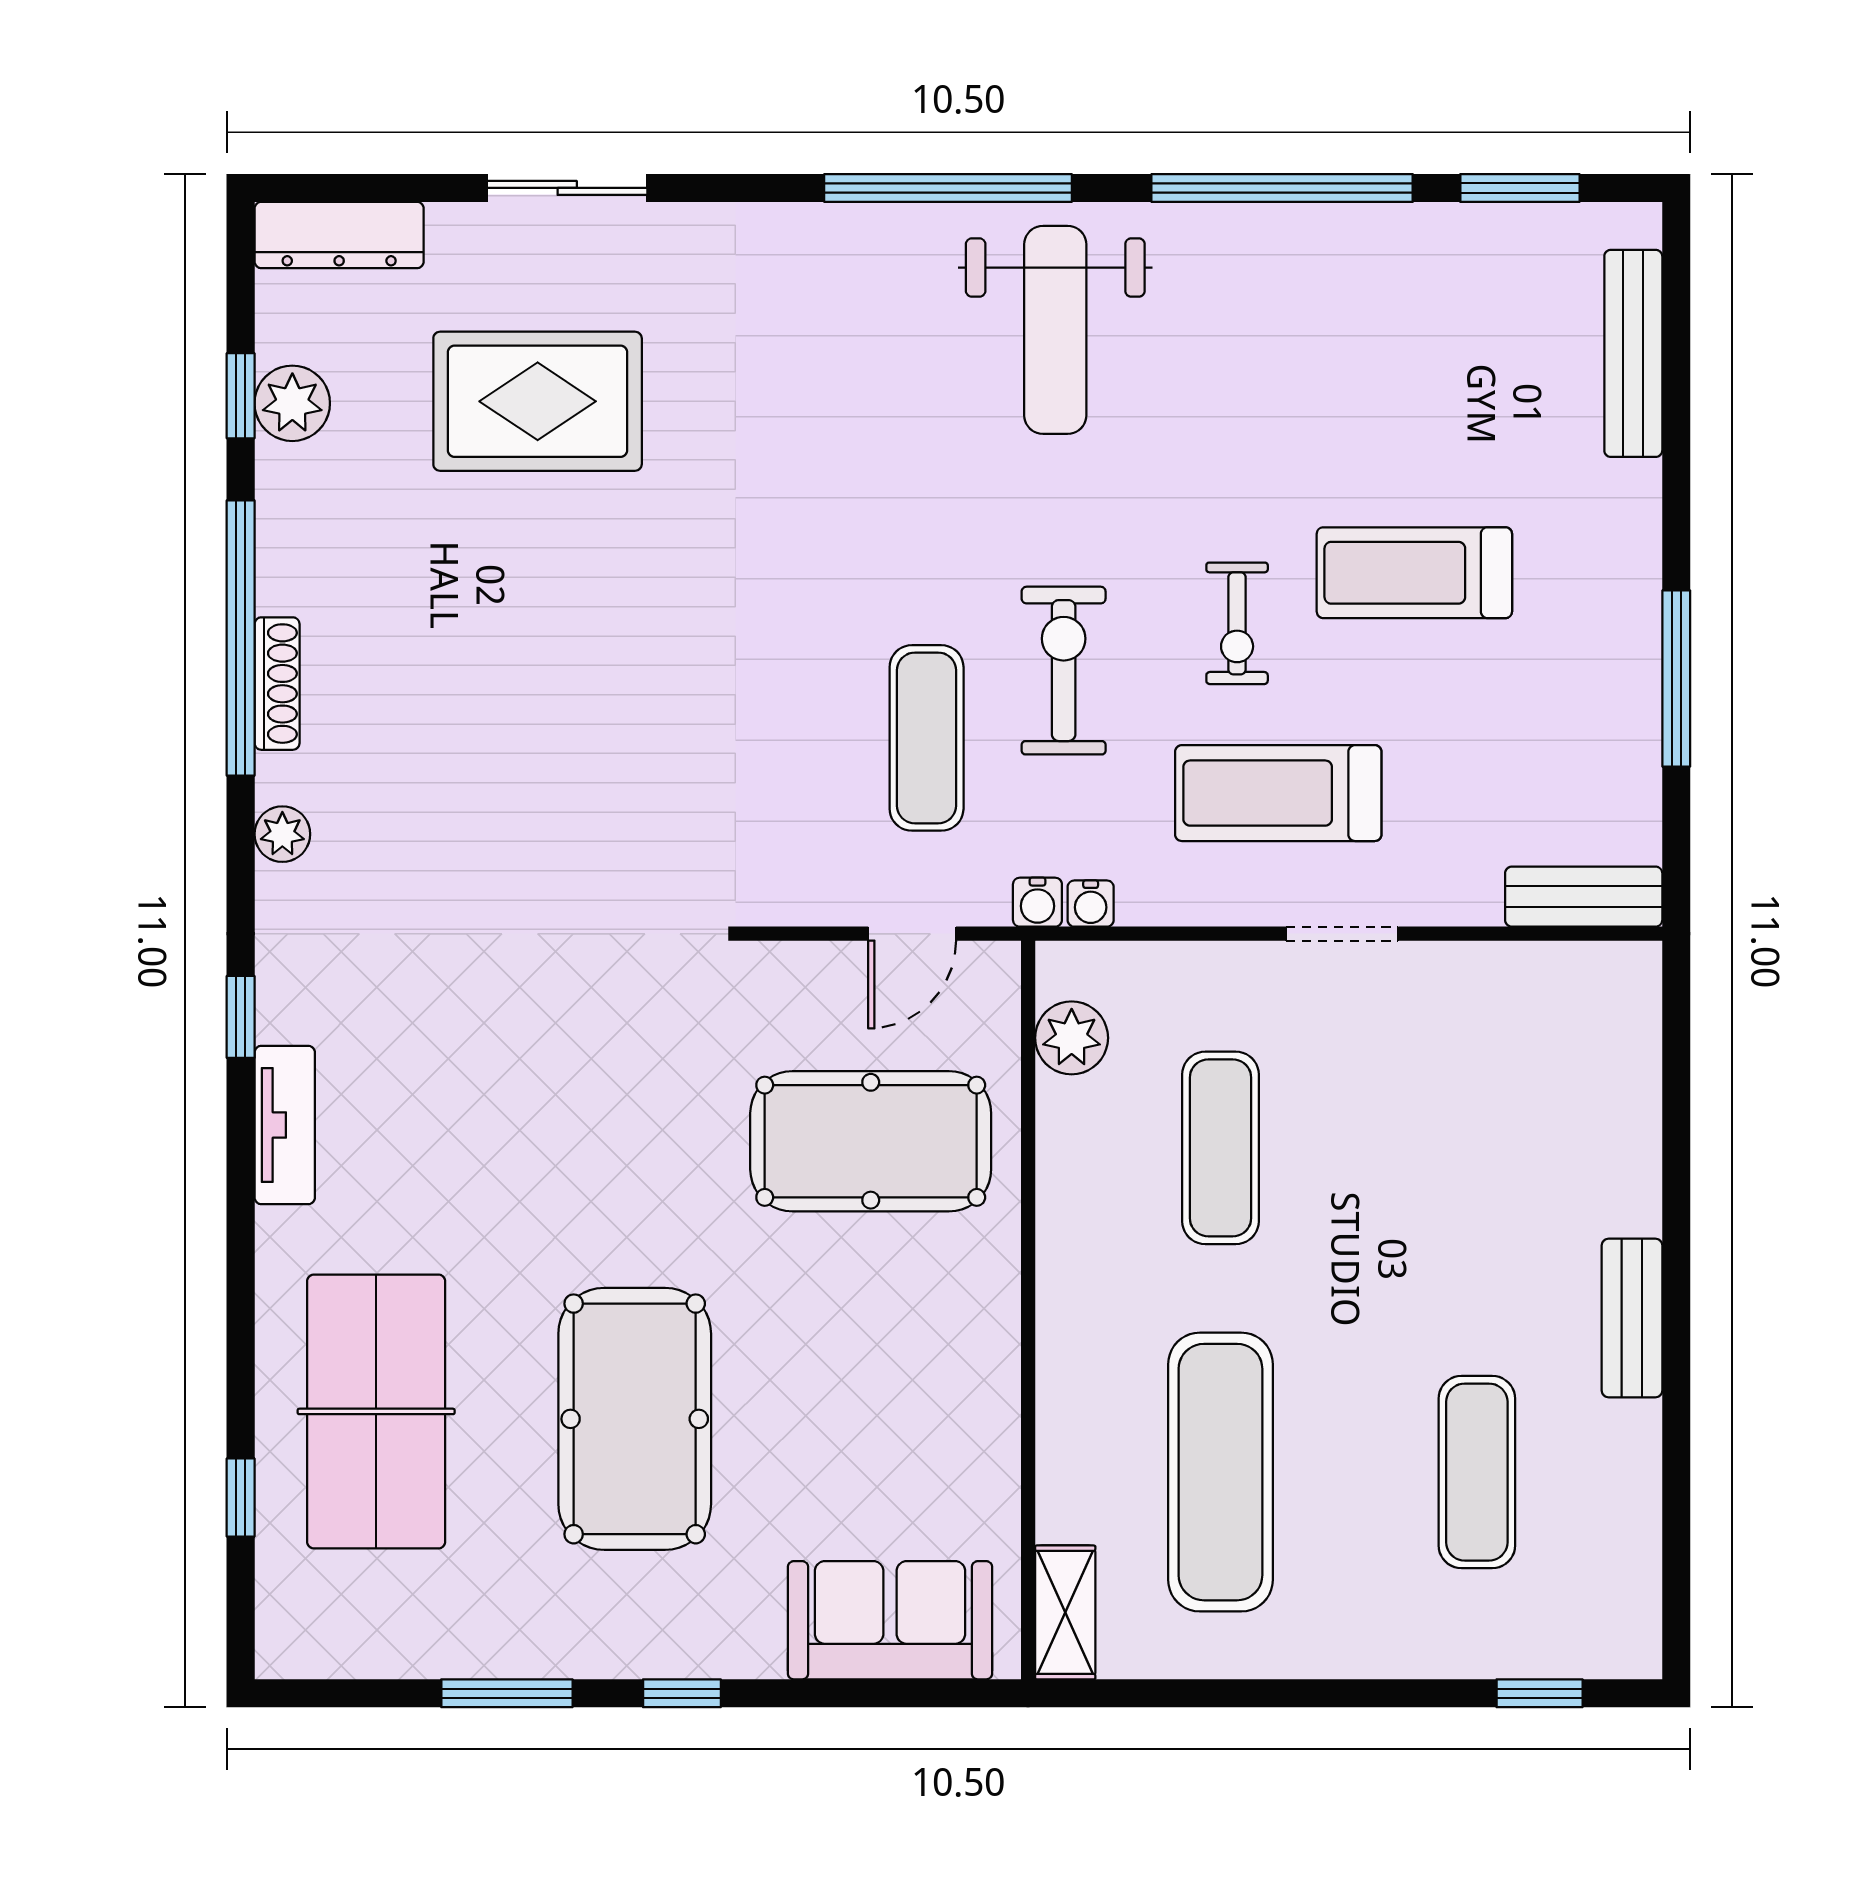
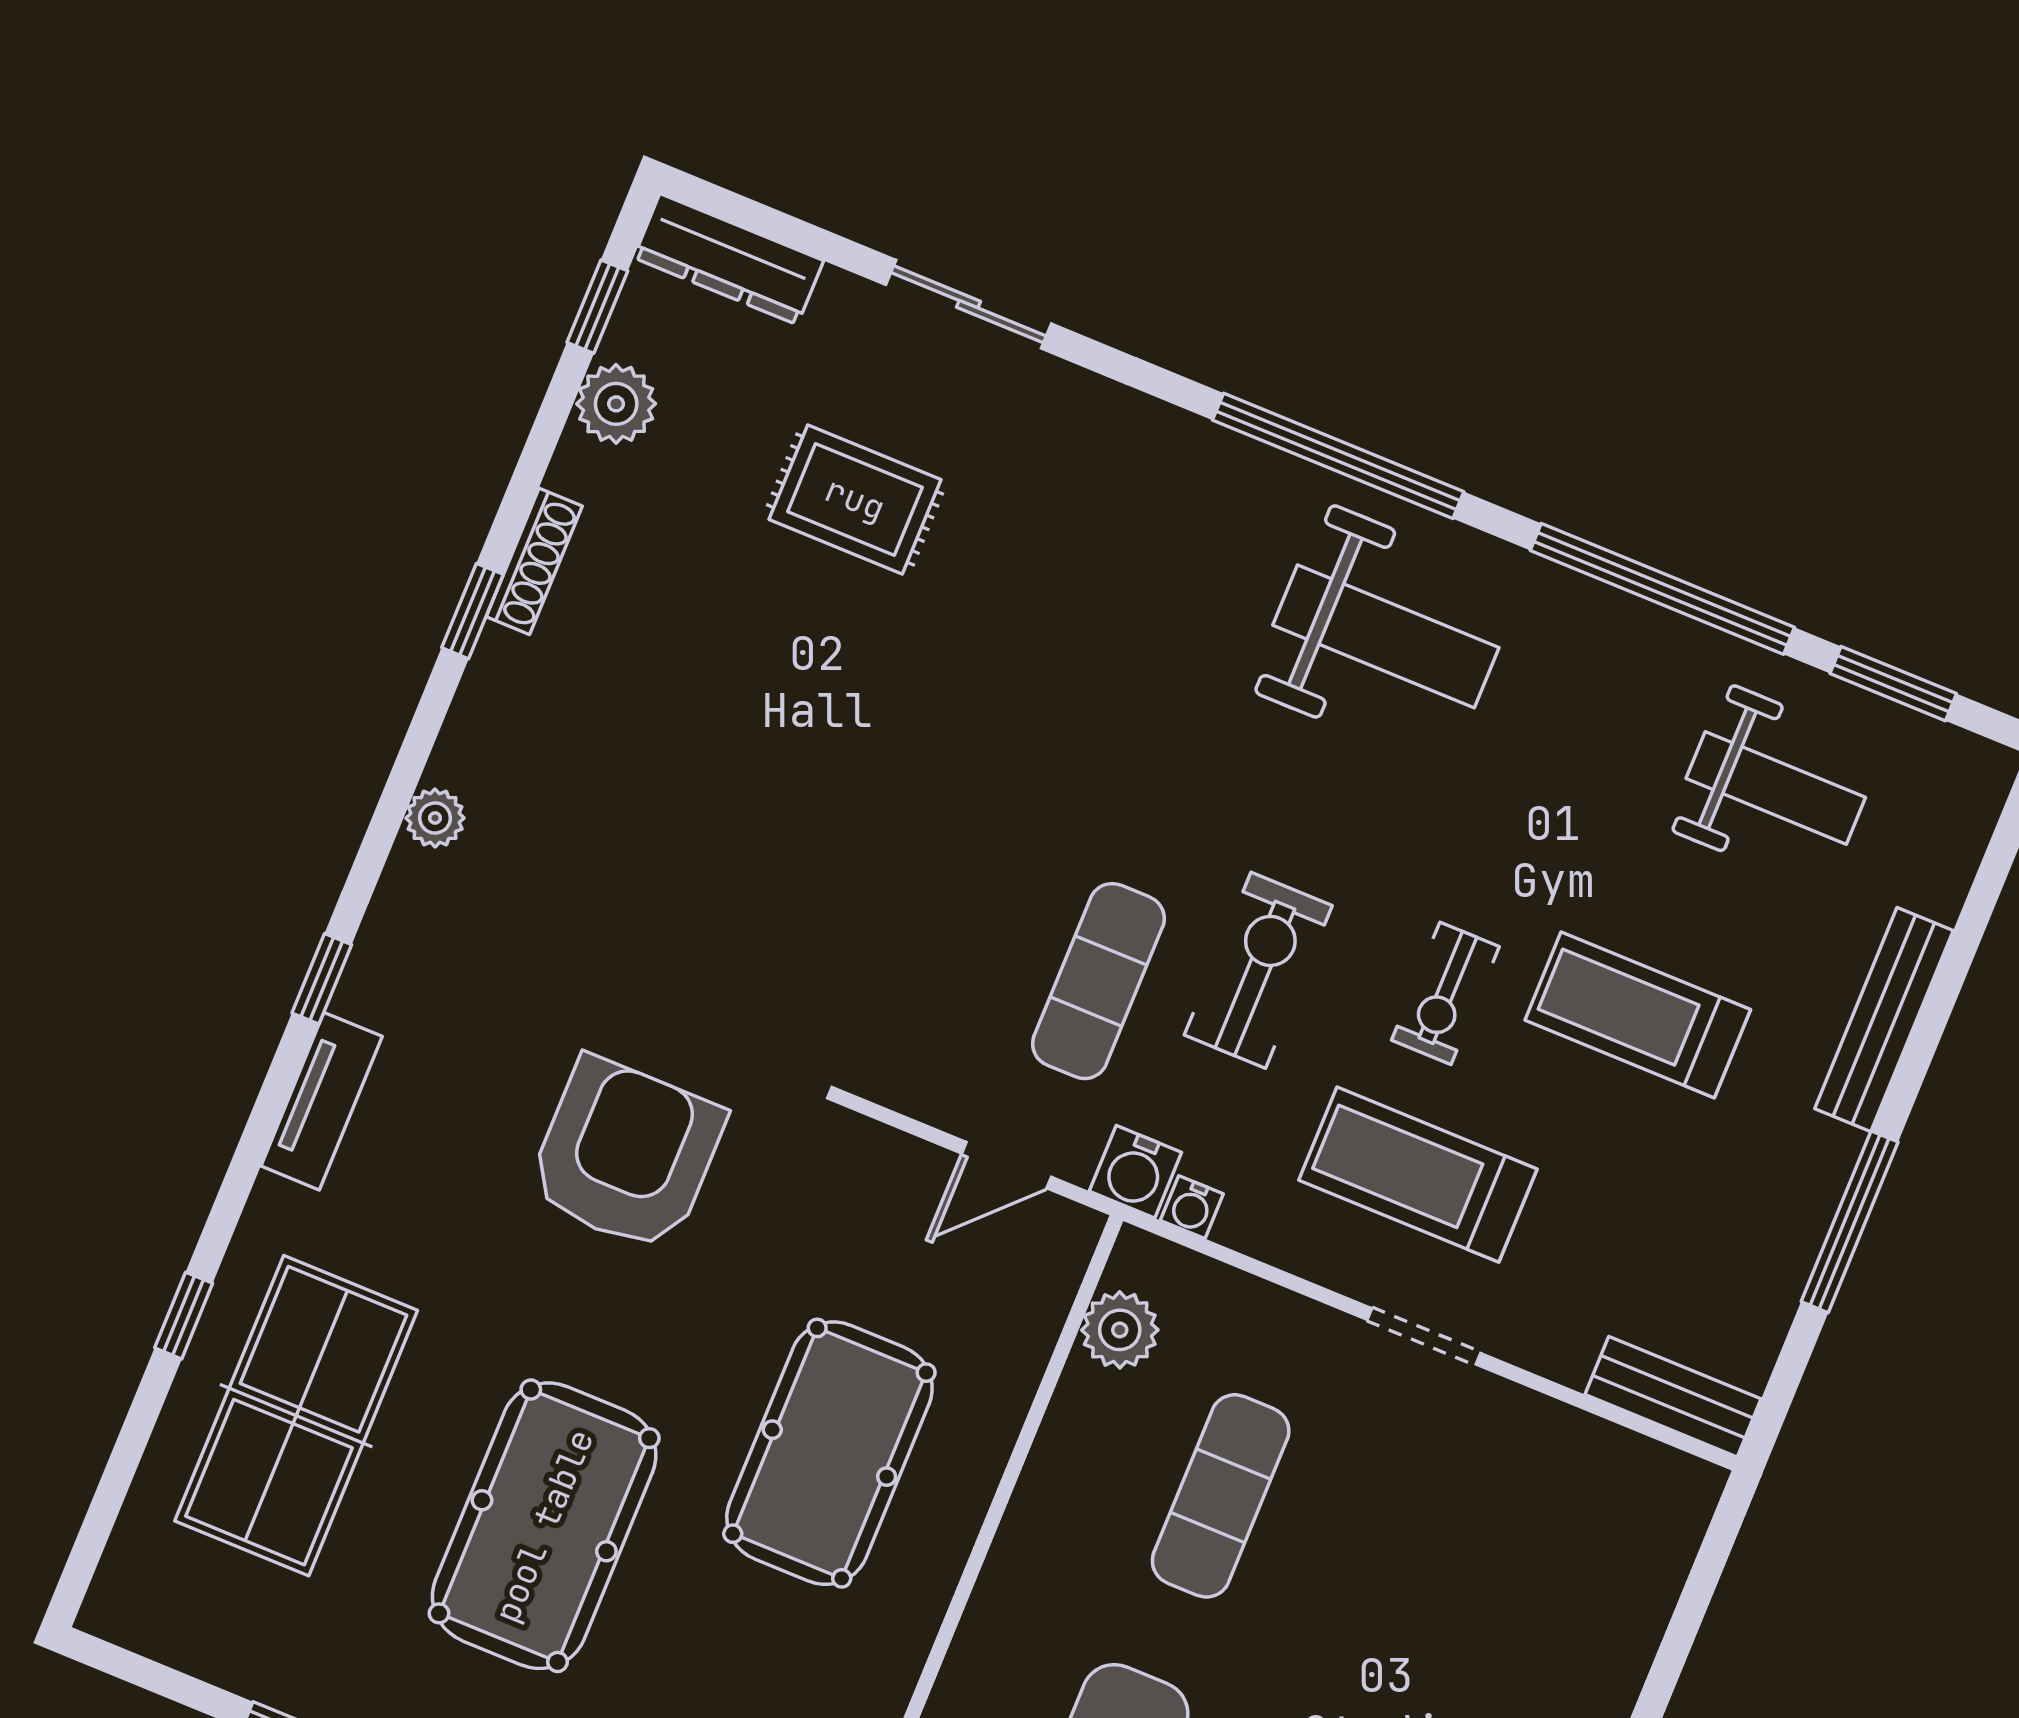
weight bench: (1454, 323) -> (1776, 788), added
weight bench: (1055, 330) -> (1386, 636), turned -90
bench: (1633, 353) -> (1884, 1020), moved
window: (241, 396) -> (597, 307), moved
rug: (538, 401) -> (855, 499), width x0.73, depth x0.70
window: (241, 638) -> (473, 611), width x0.32
shoe rack: (277, 684) -> (534, 561), moved
water cooler: (1037, 902) -> (1135, 1172), width x1.38, depth x1.38
armchair: (573, 1062) -> (626, 1155), added
pool table: (871, 1141) -> (829, 1453), moved, turned 90
window: (241, 1498) -> (184, 1316), moved

